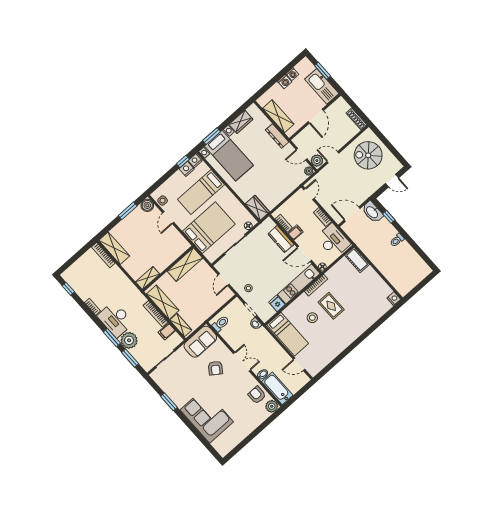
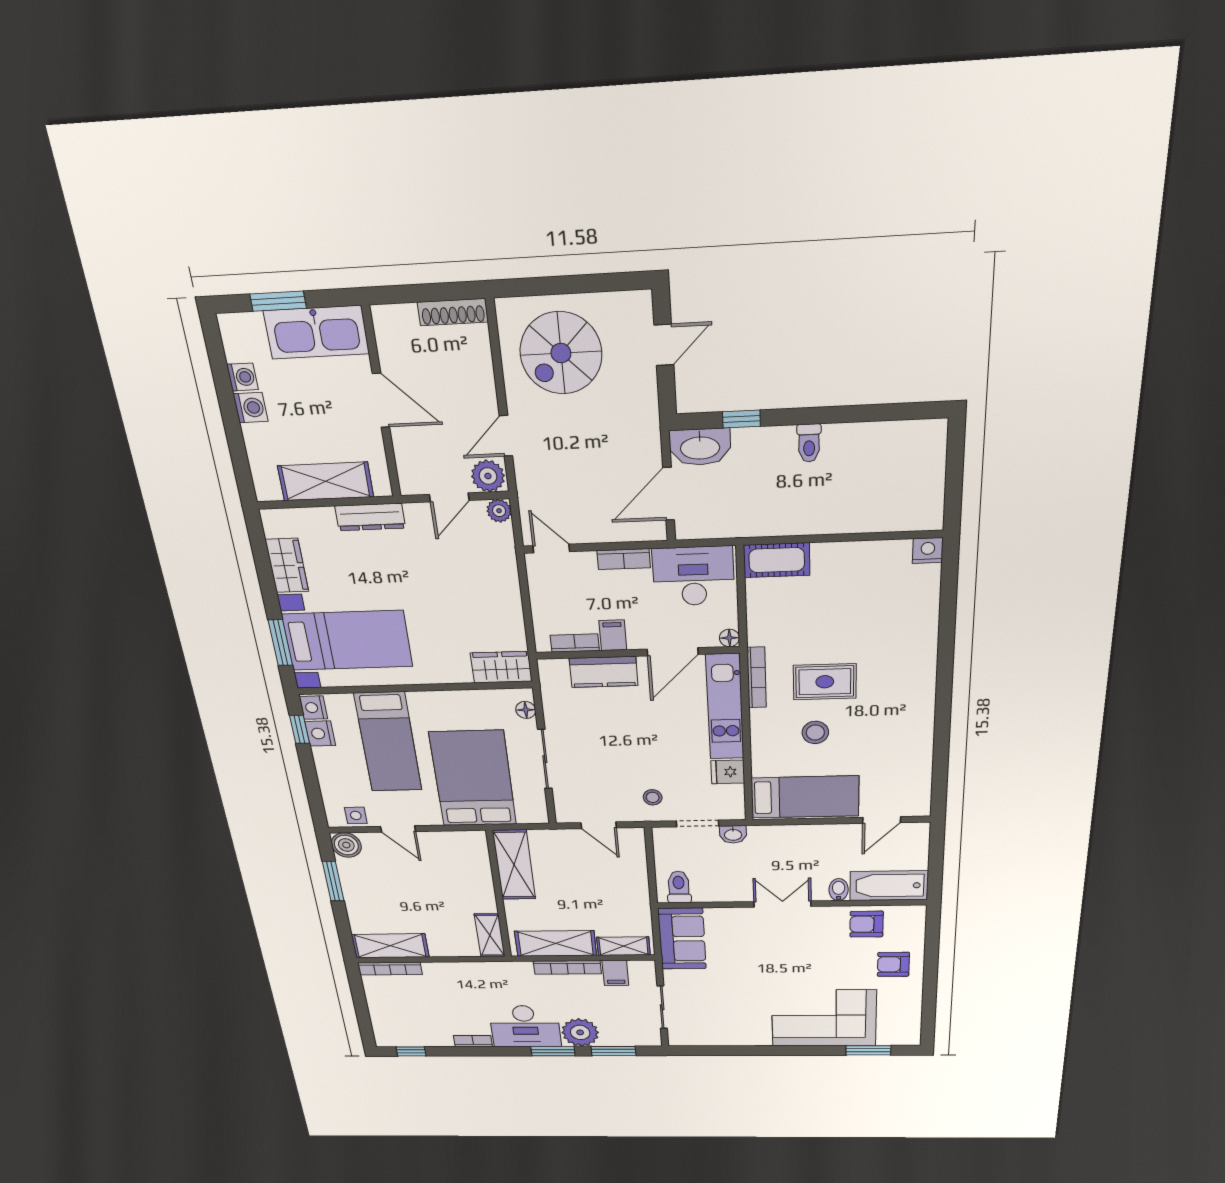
armchair: (215, 368) -> (893, 964), moved, turned 145
window: (169, 402) -> (868, 1050), moved
plant: (272, 406) -> (912, 917), removed

